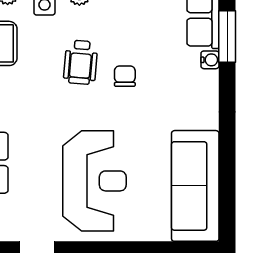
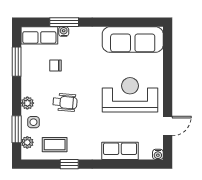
window: (227, 36) -> (64, 22), moved
chair: (125, 76) -> (55, 65), moved

